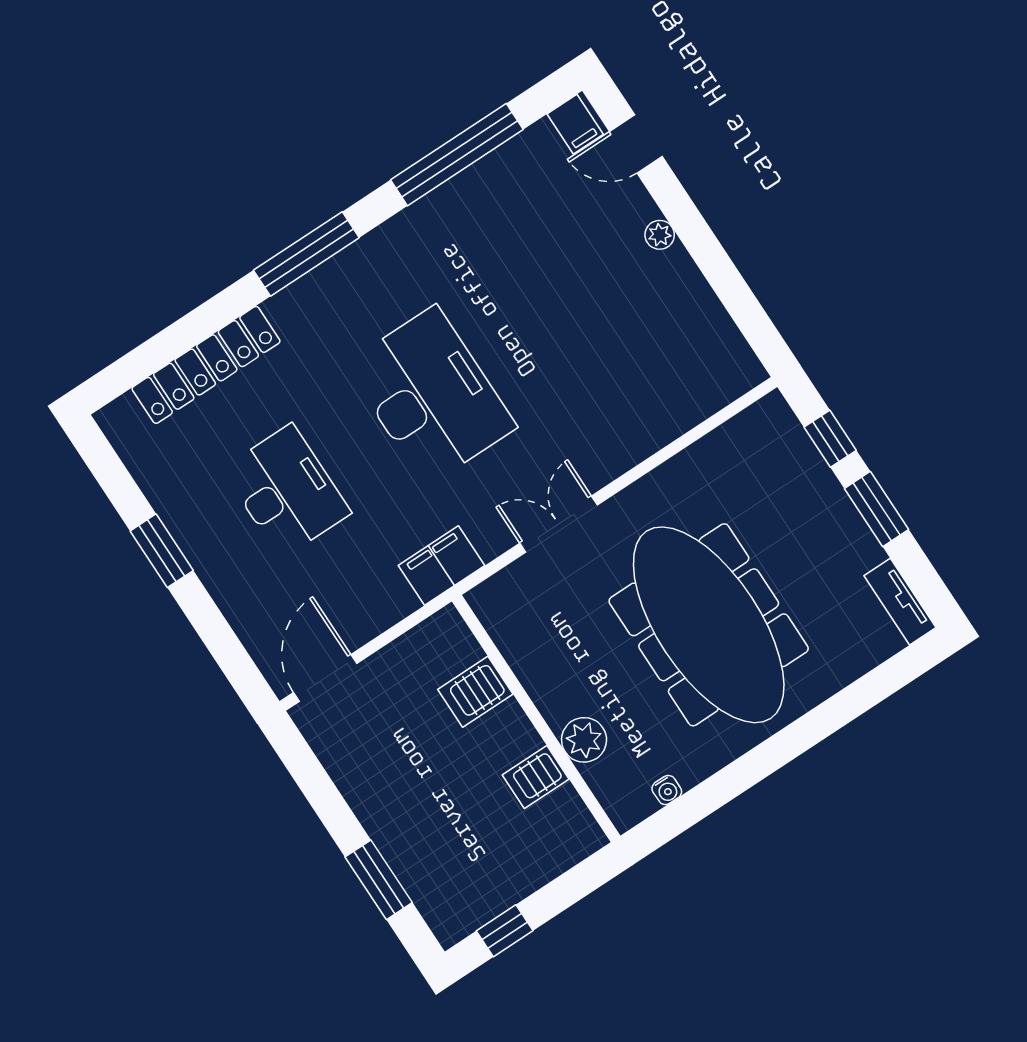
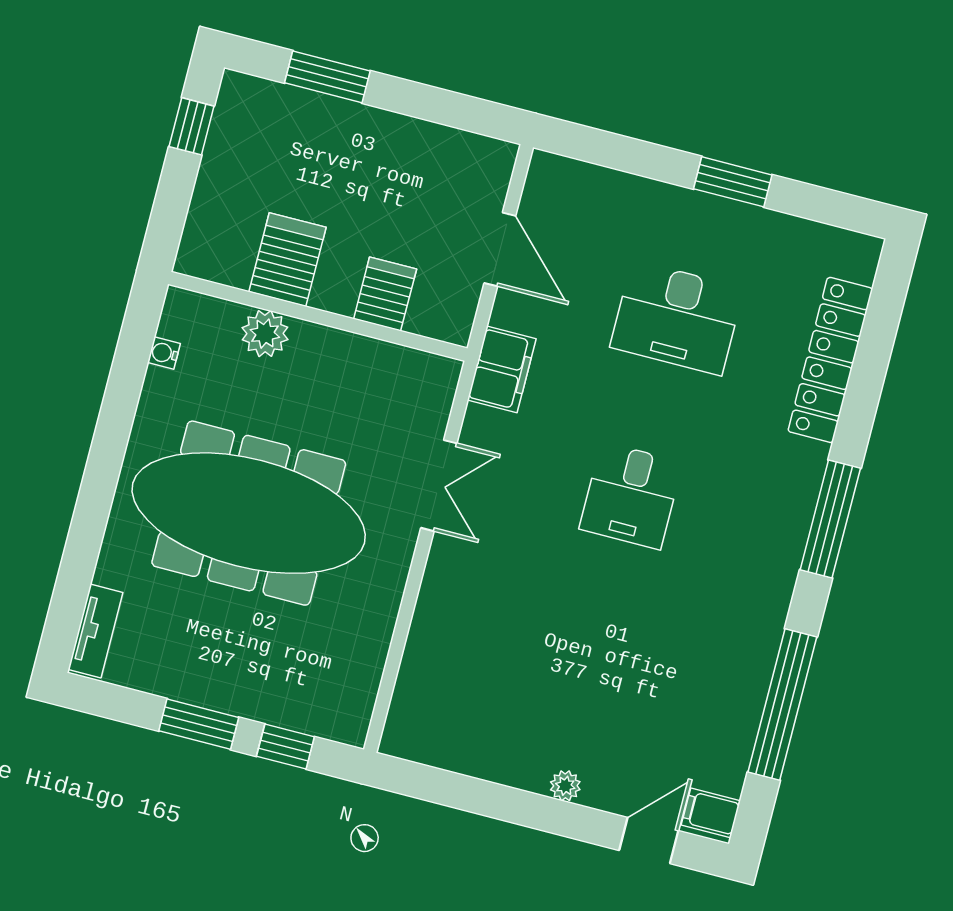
desk: (431, 396) -> (631, 496), width x0.53, depth x0.77
tv unit: (900, 602) -> (96, 631), moved, turned 90
door: (325, 678) -> (500, 249), moved
server rack: (536, 777) -> (287, 260), width x1.36, depth x1.44

